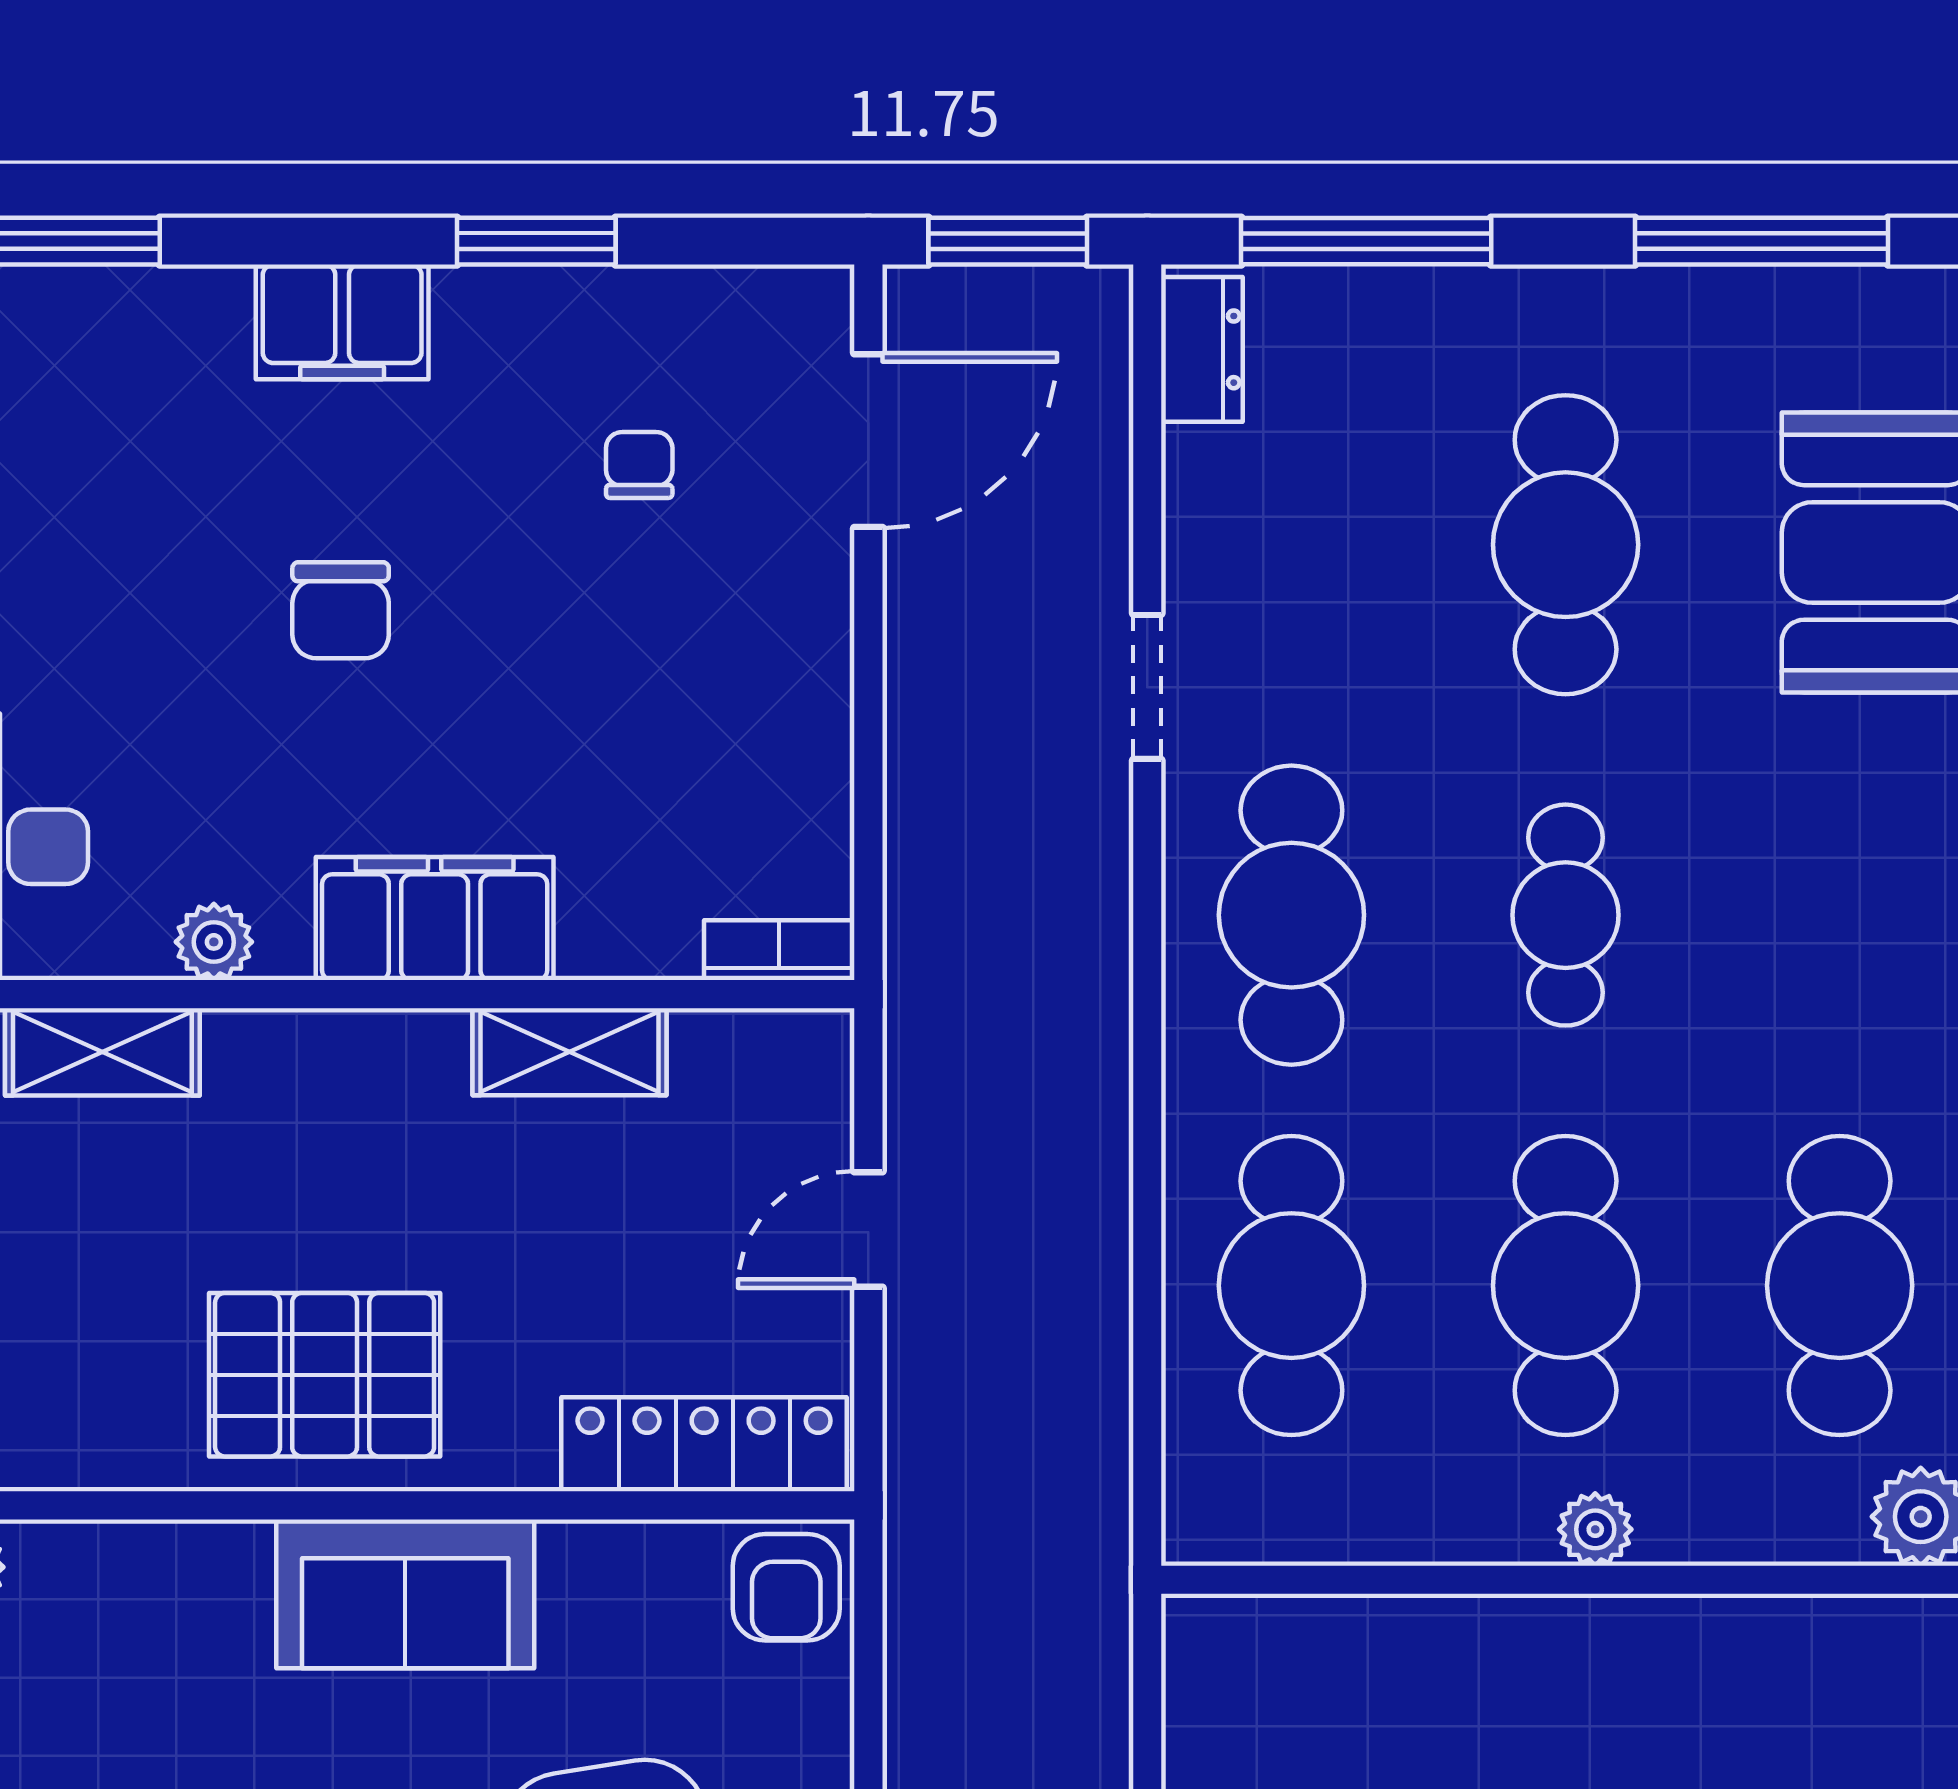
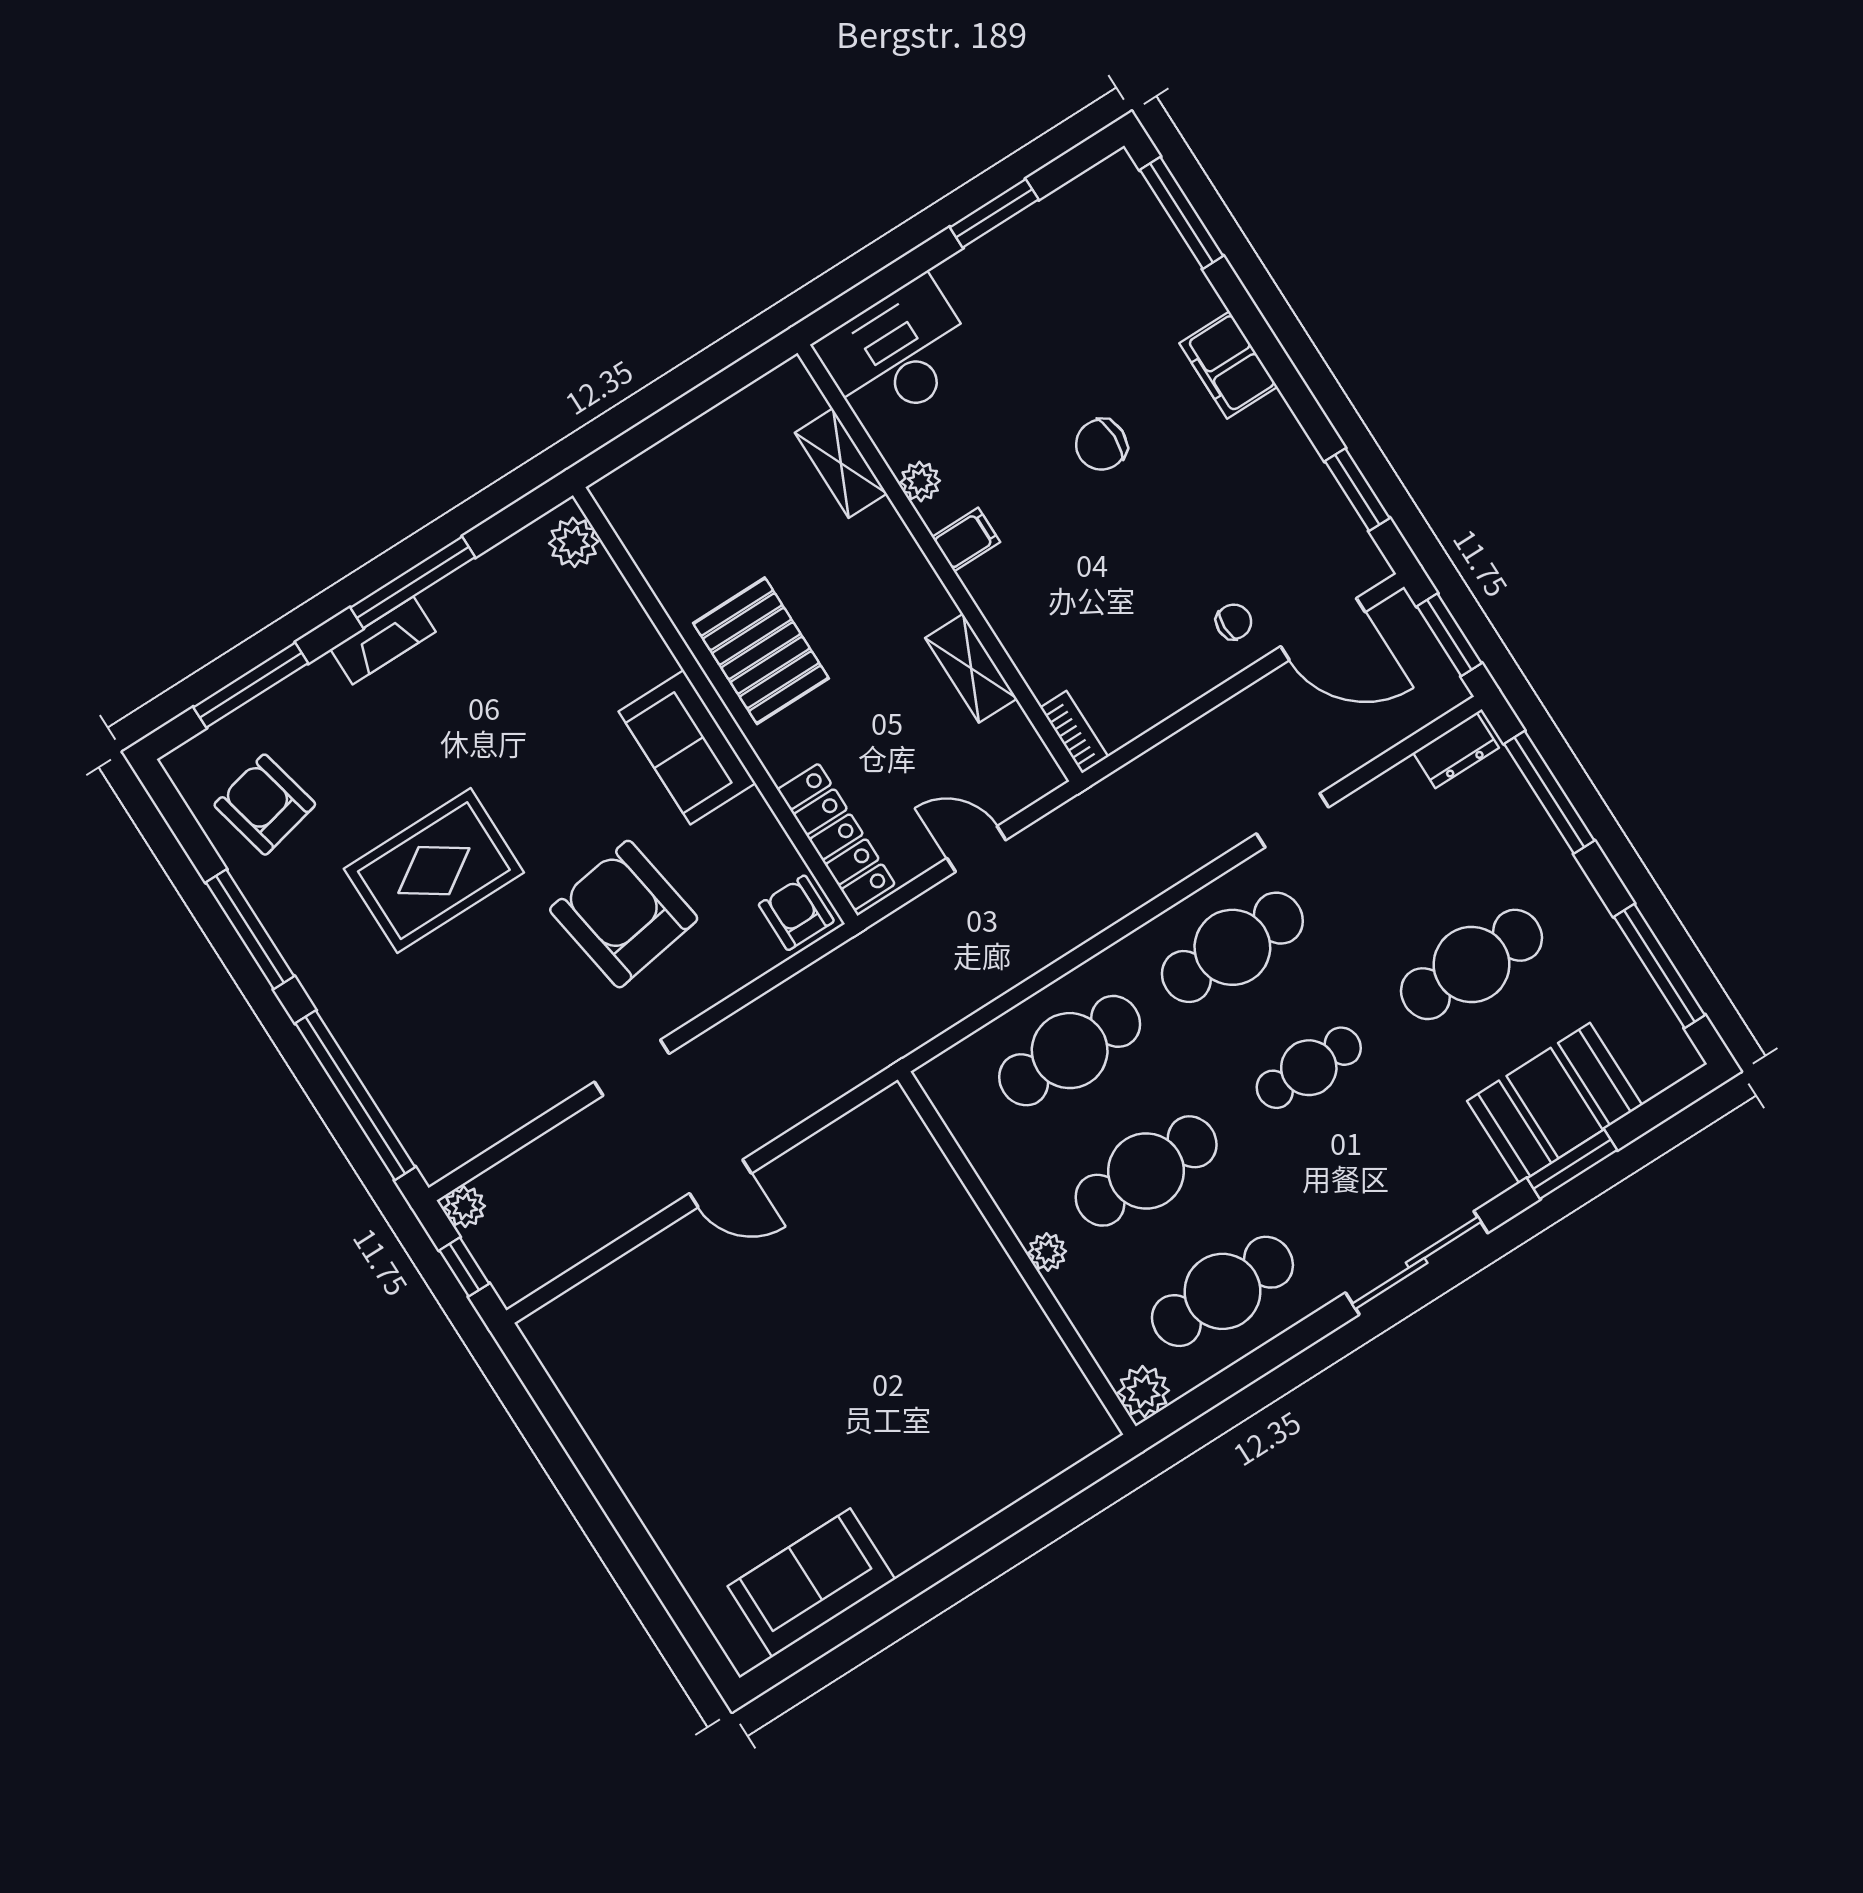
window: (536, 241) -> (1357, 490), moved
chair: (639, 465) -> (1234, 622), moved
filing cabinet: (435, 919) -> (966, 540), width x0.33, depth x0.86
armchair: (786, 1587) -> (796, 913), turned 90

